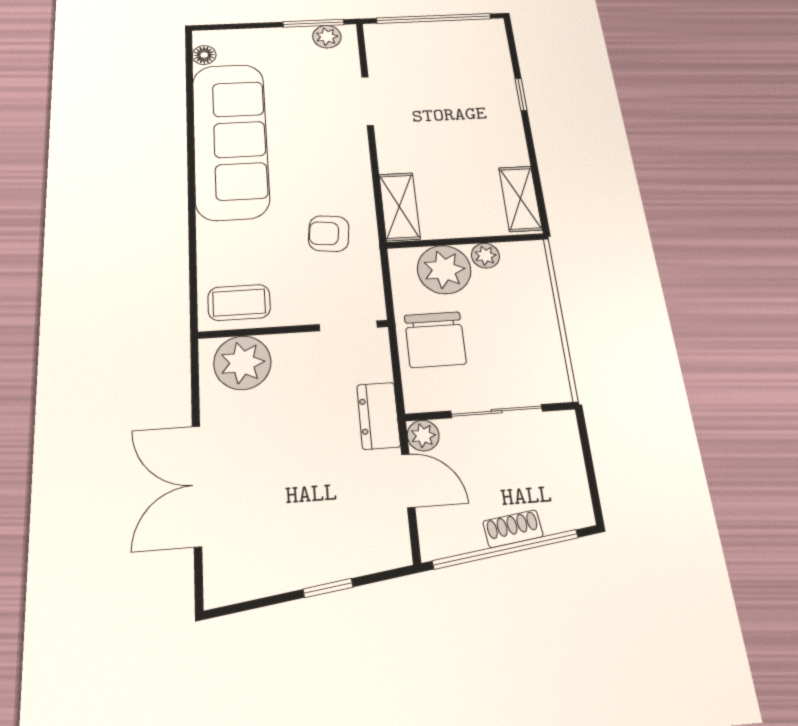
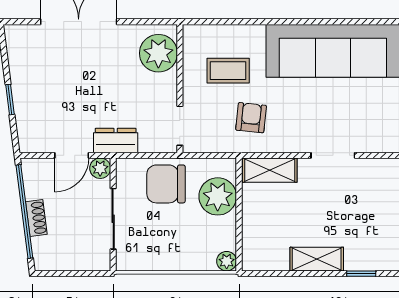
doorway: (368, 101) -> (333, 155), moved
shelving: (520, 199) -> (317, 259), moved
plant: (485, 256) -> (227, 261), moved
coffee table: (239, 303) -> (228, 71), moved, turned 90

